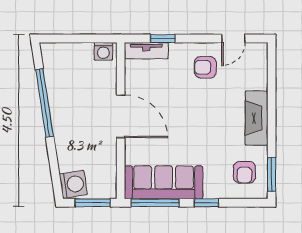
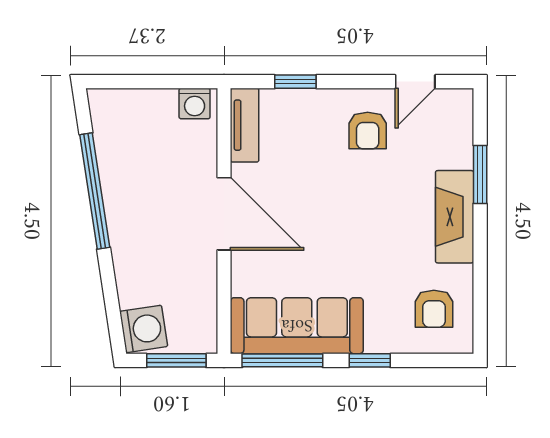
tv unit: (146, 51) -> (245, 125), moved, turned -90
armchair: (205, 67) -> (368, 131), turned -90
window: (272, 174) -> (480, 174), moved

